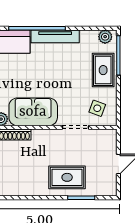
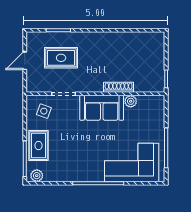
tv unit: (55, 36) -> (82, 176), removed
rug: (67, 177) -> (61, 58), moved

